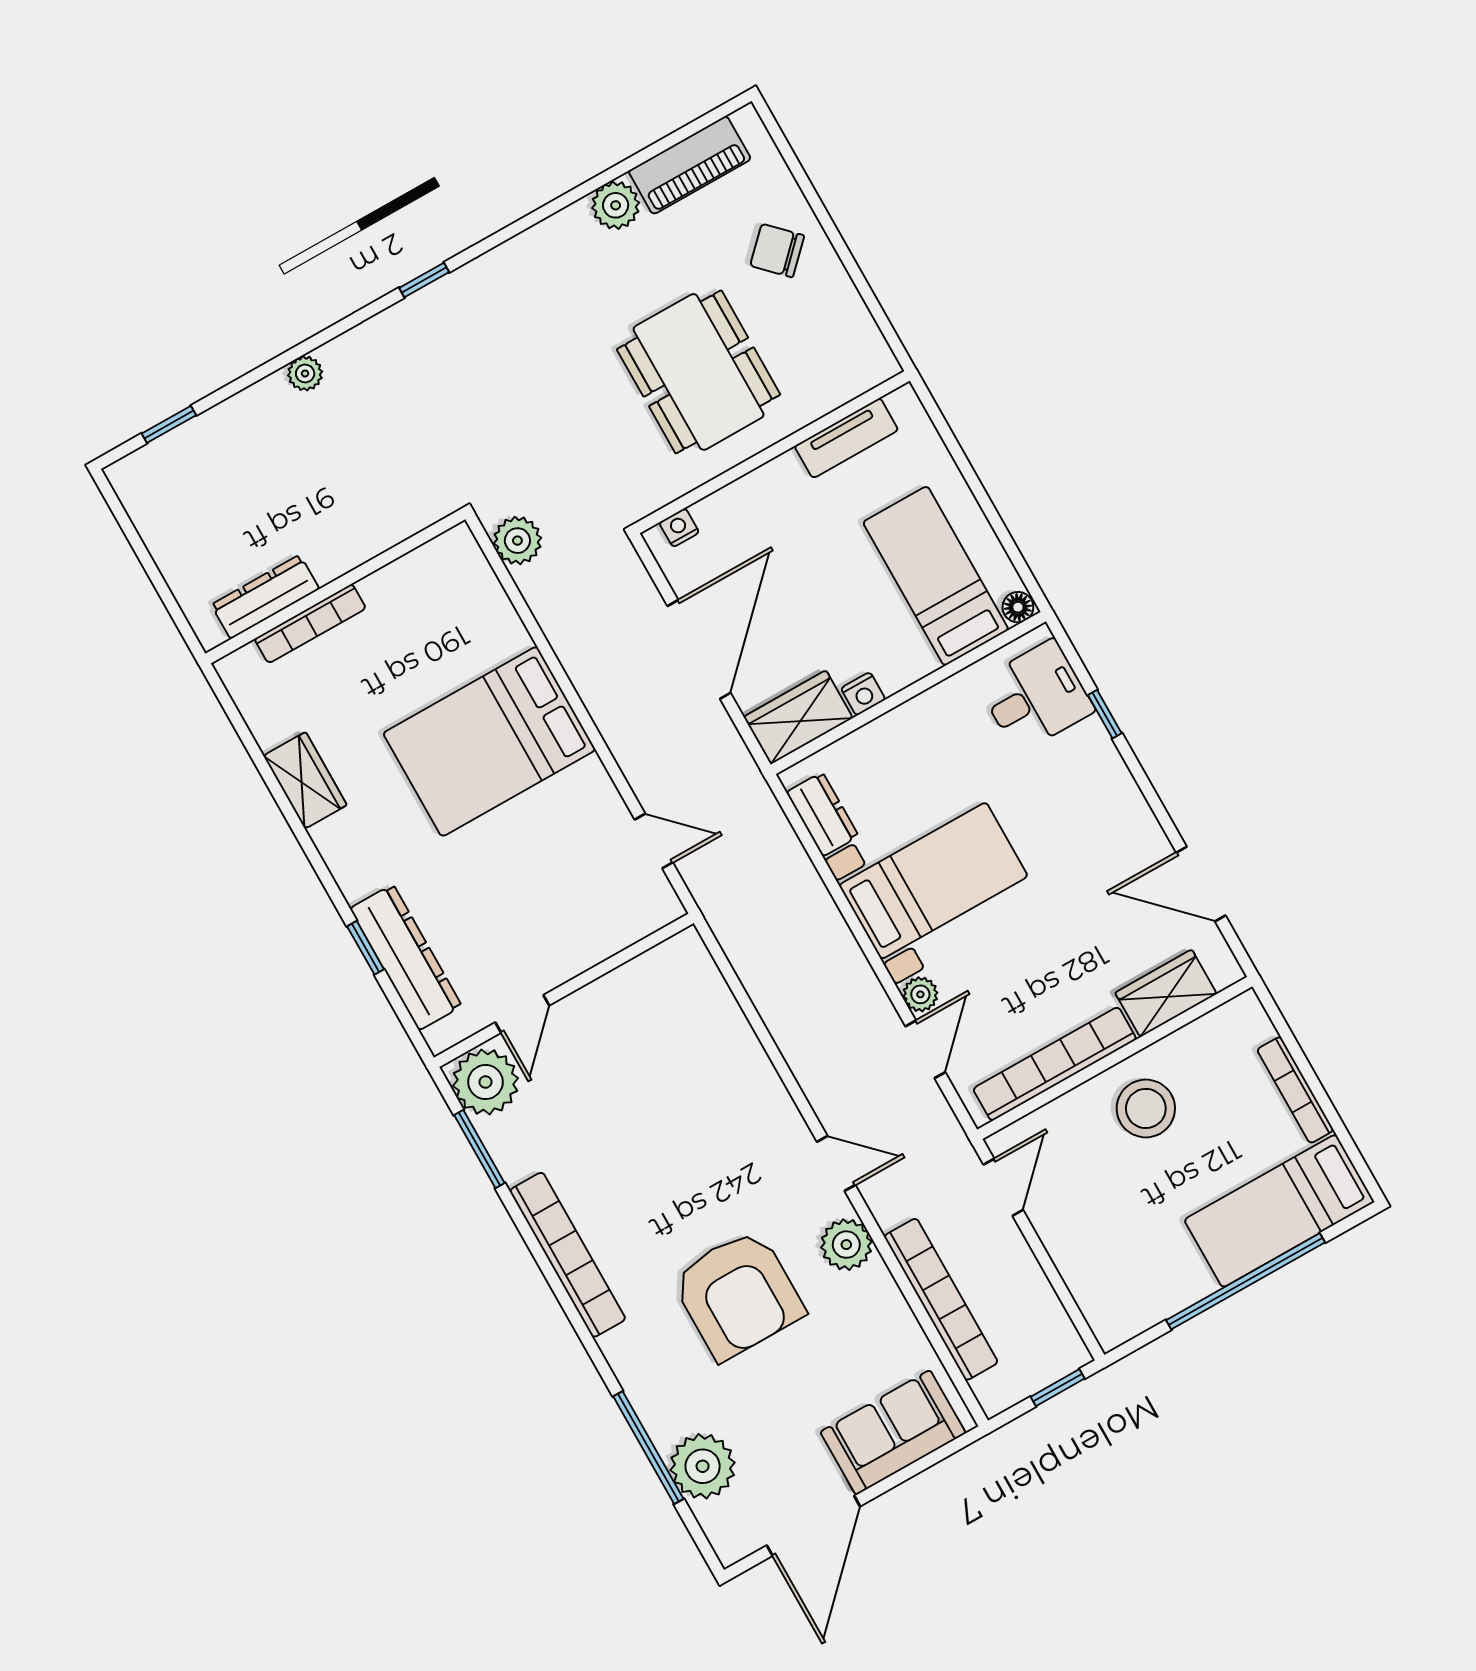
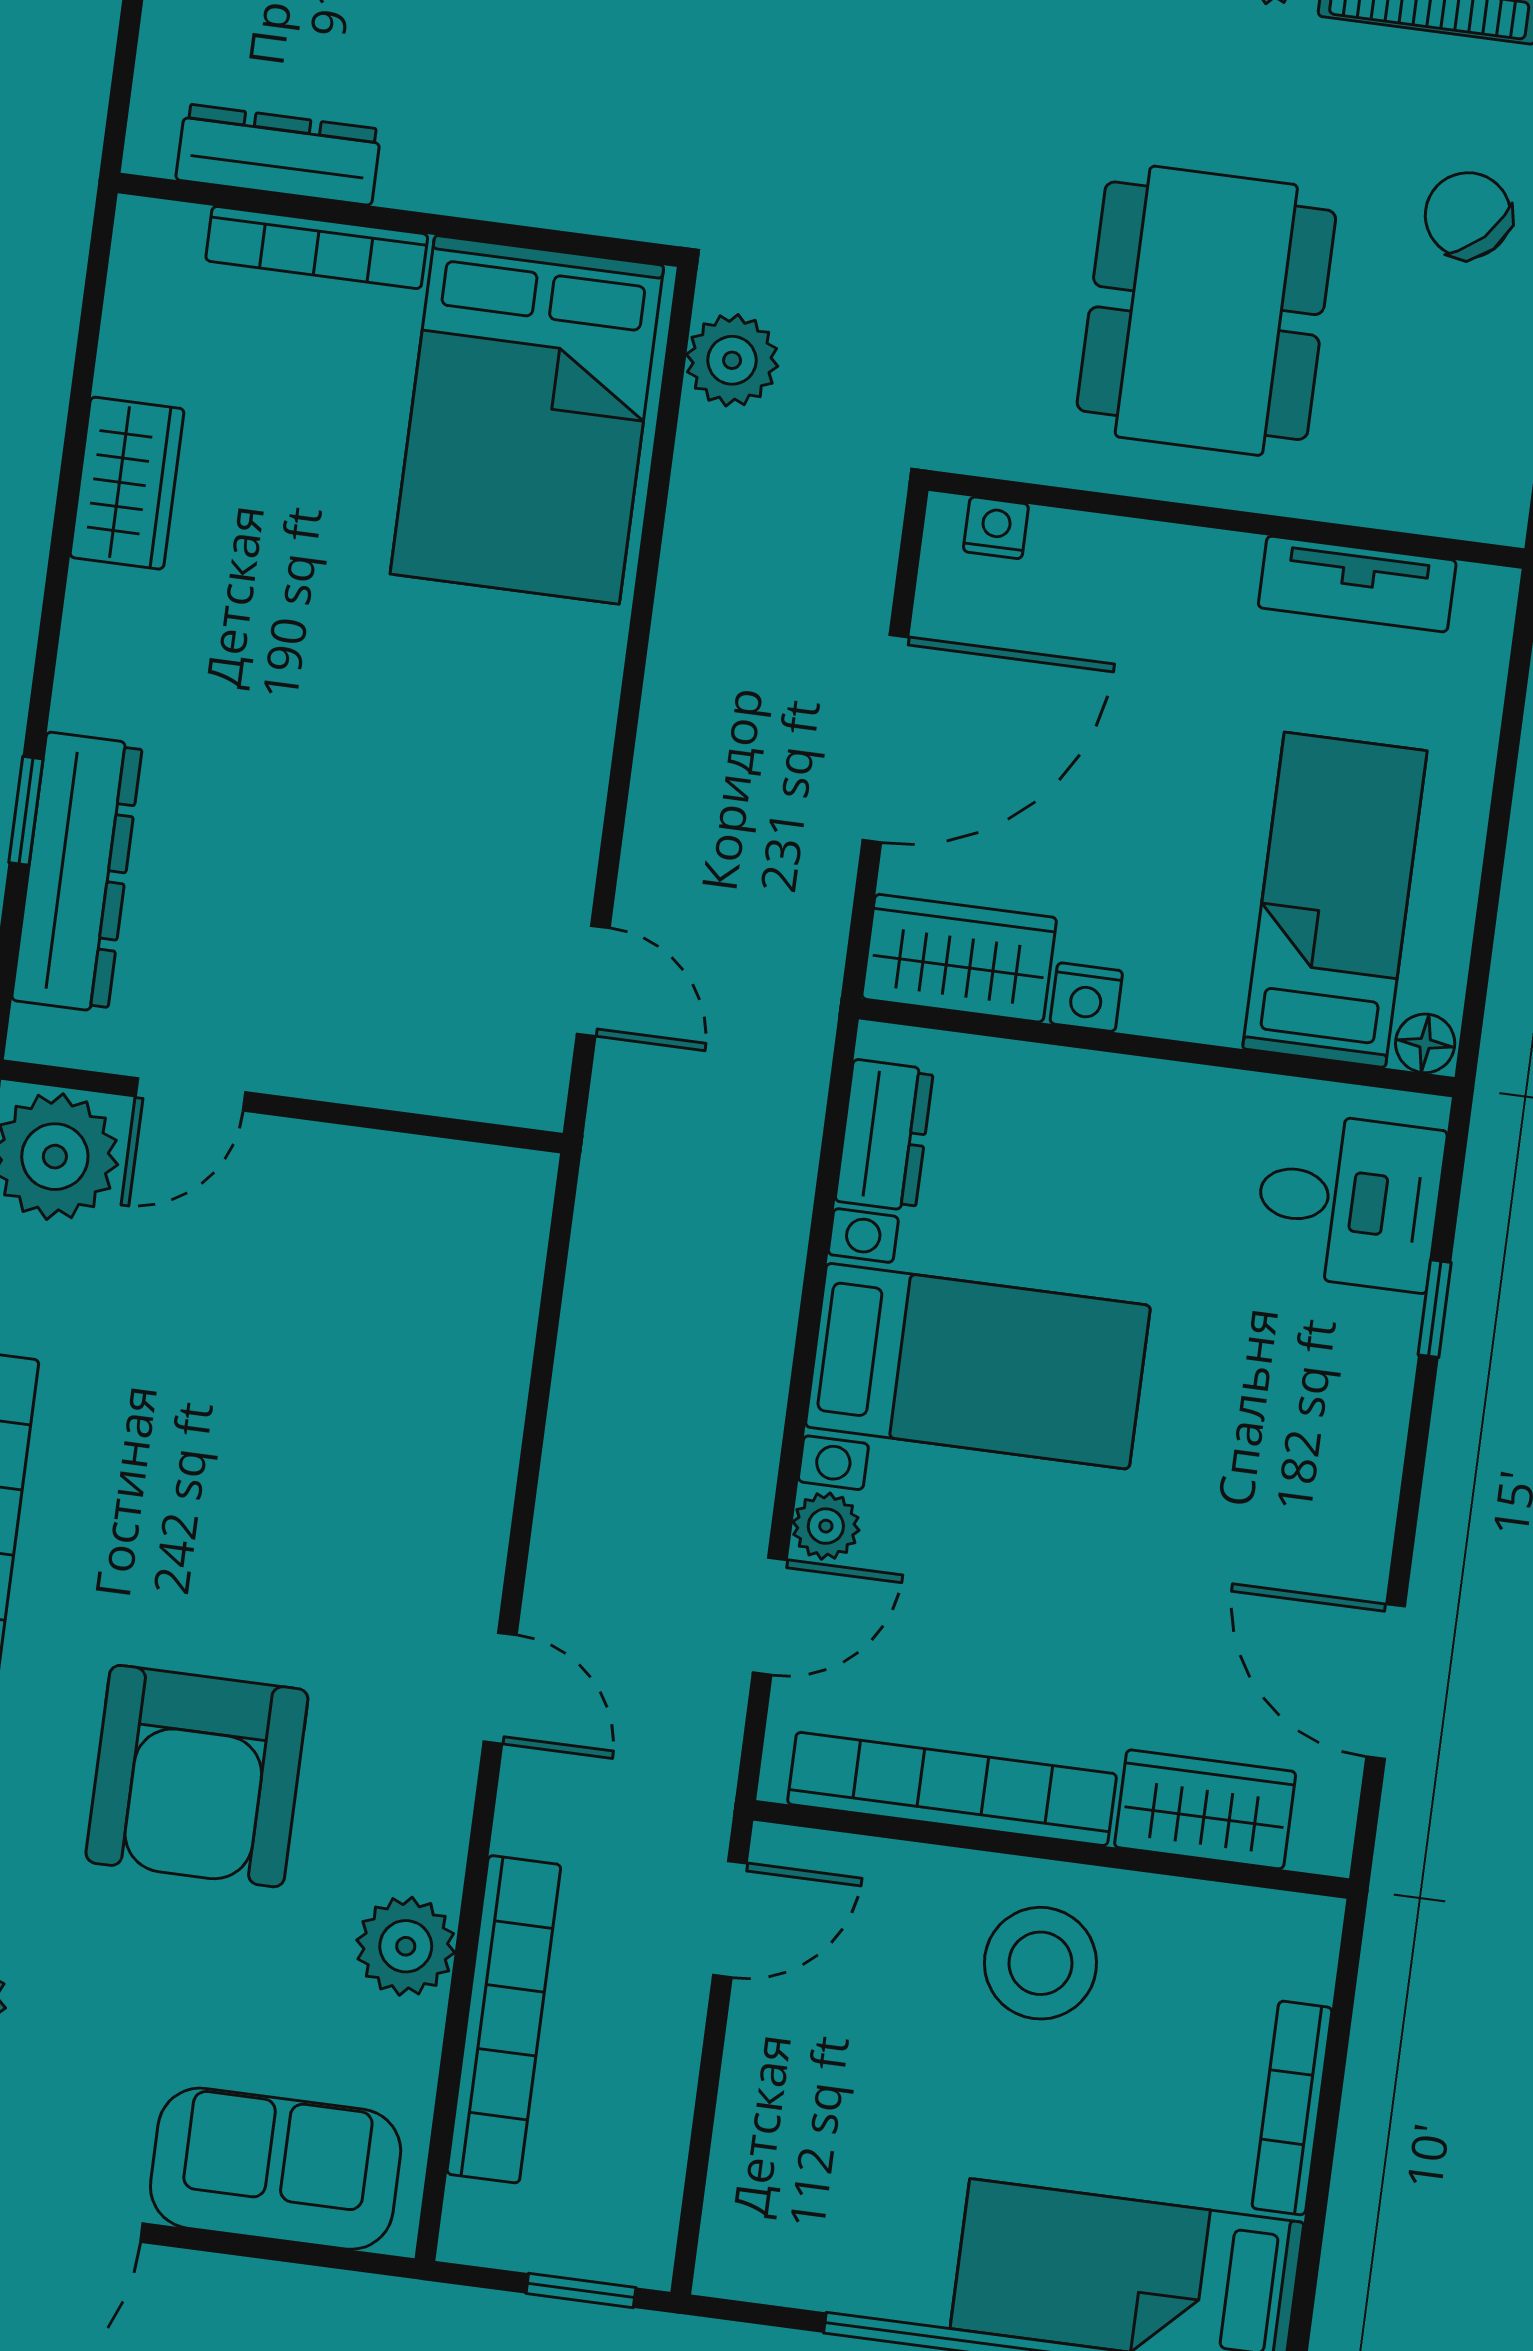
bed: (489, 741) -> (527, 420), moved, turned -90
plant: (846, 1245) -> (406, 1946), moved

